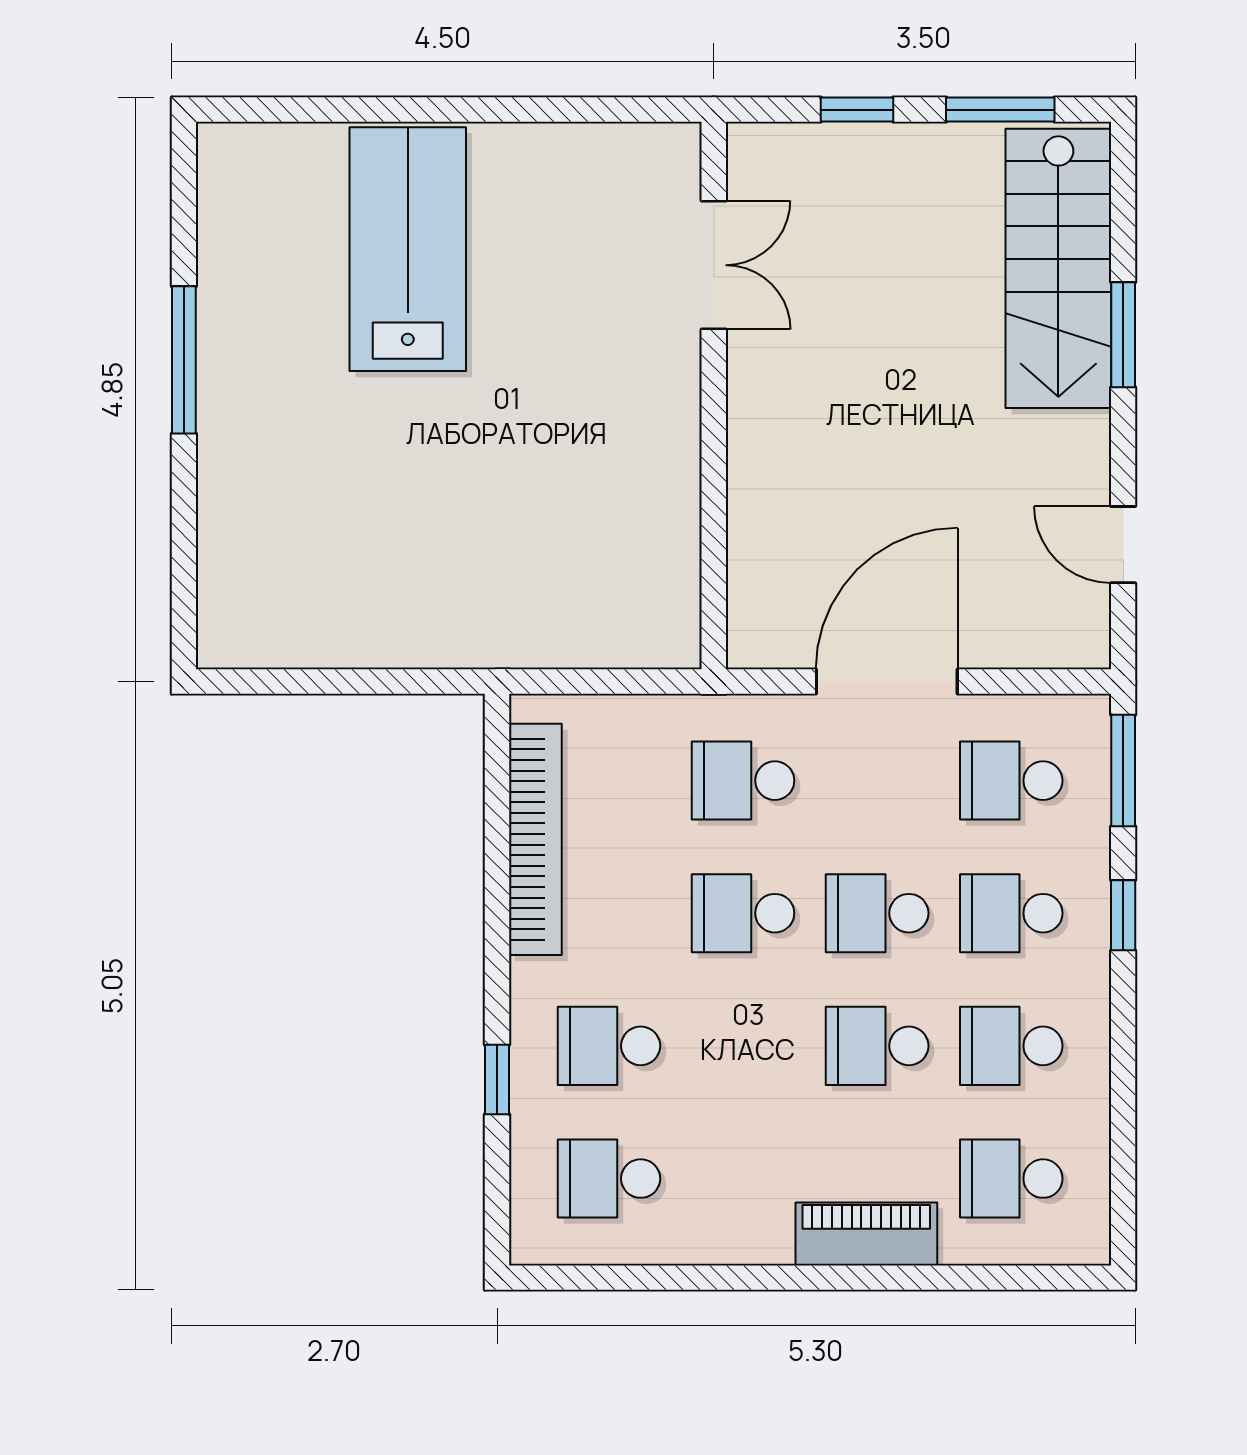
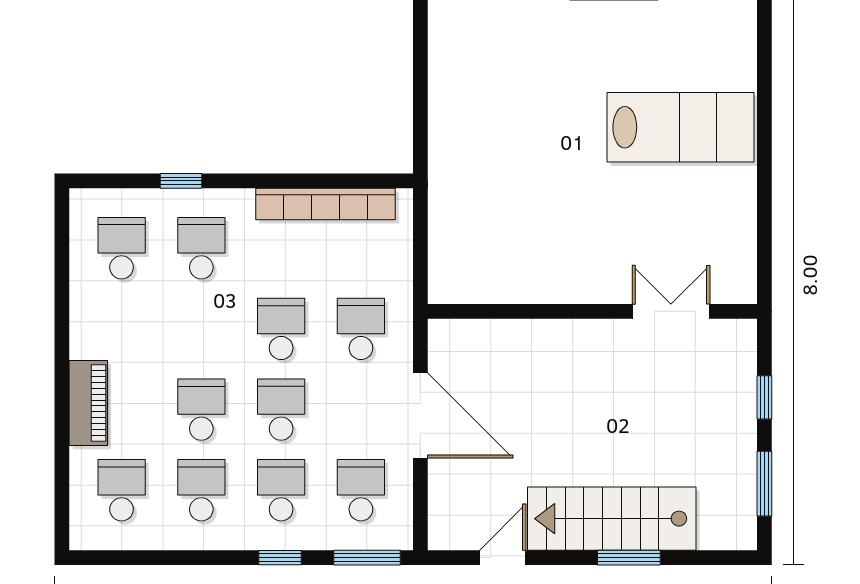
double door: (714, 265) -> (671, 311), swing flipped
stairs: (1058, 268) -> (612, 519), moved

